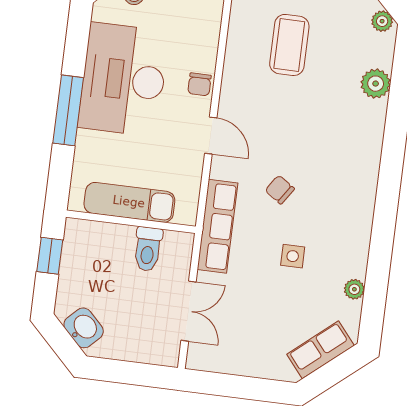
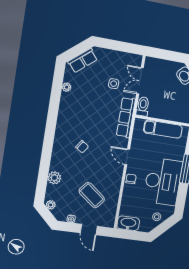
coffee table: (289, 45) -> (92, 195), turned -52
chair: (280, 190) -> (82, 147), moved
toilet: (148, 249) -> (143, 106), moved
side table: (293, 256) -> (114, 84), moved

